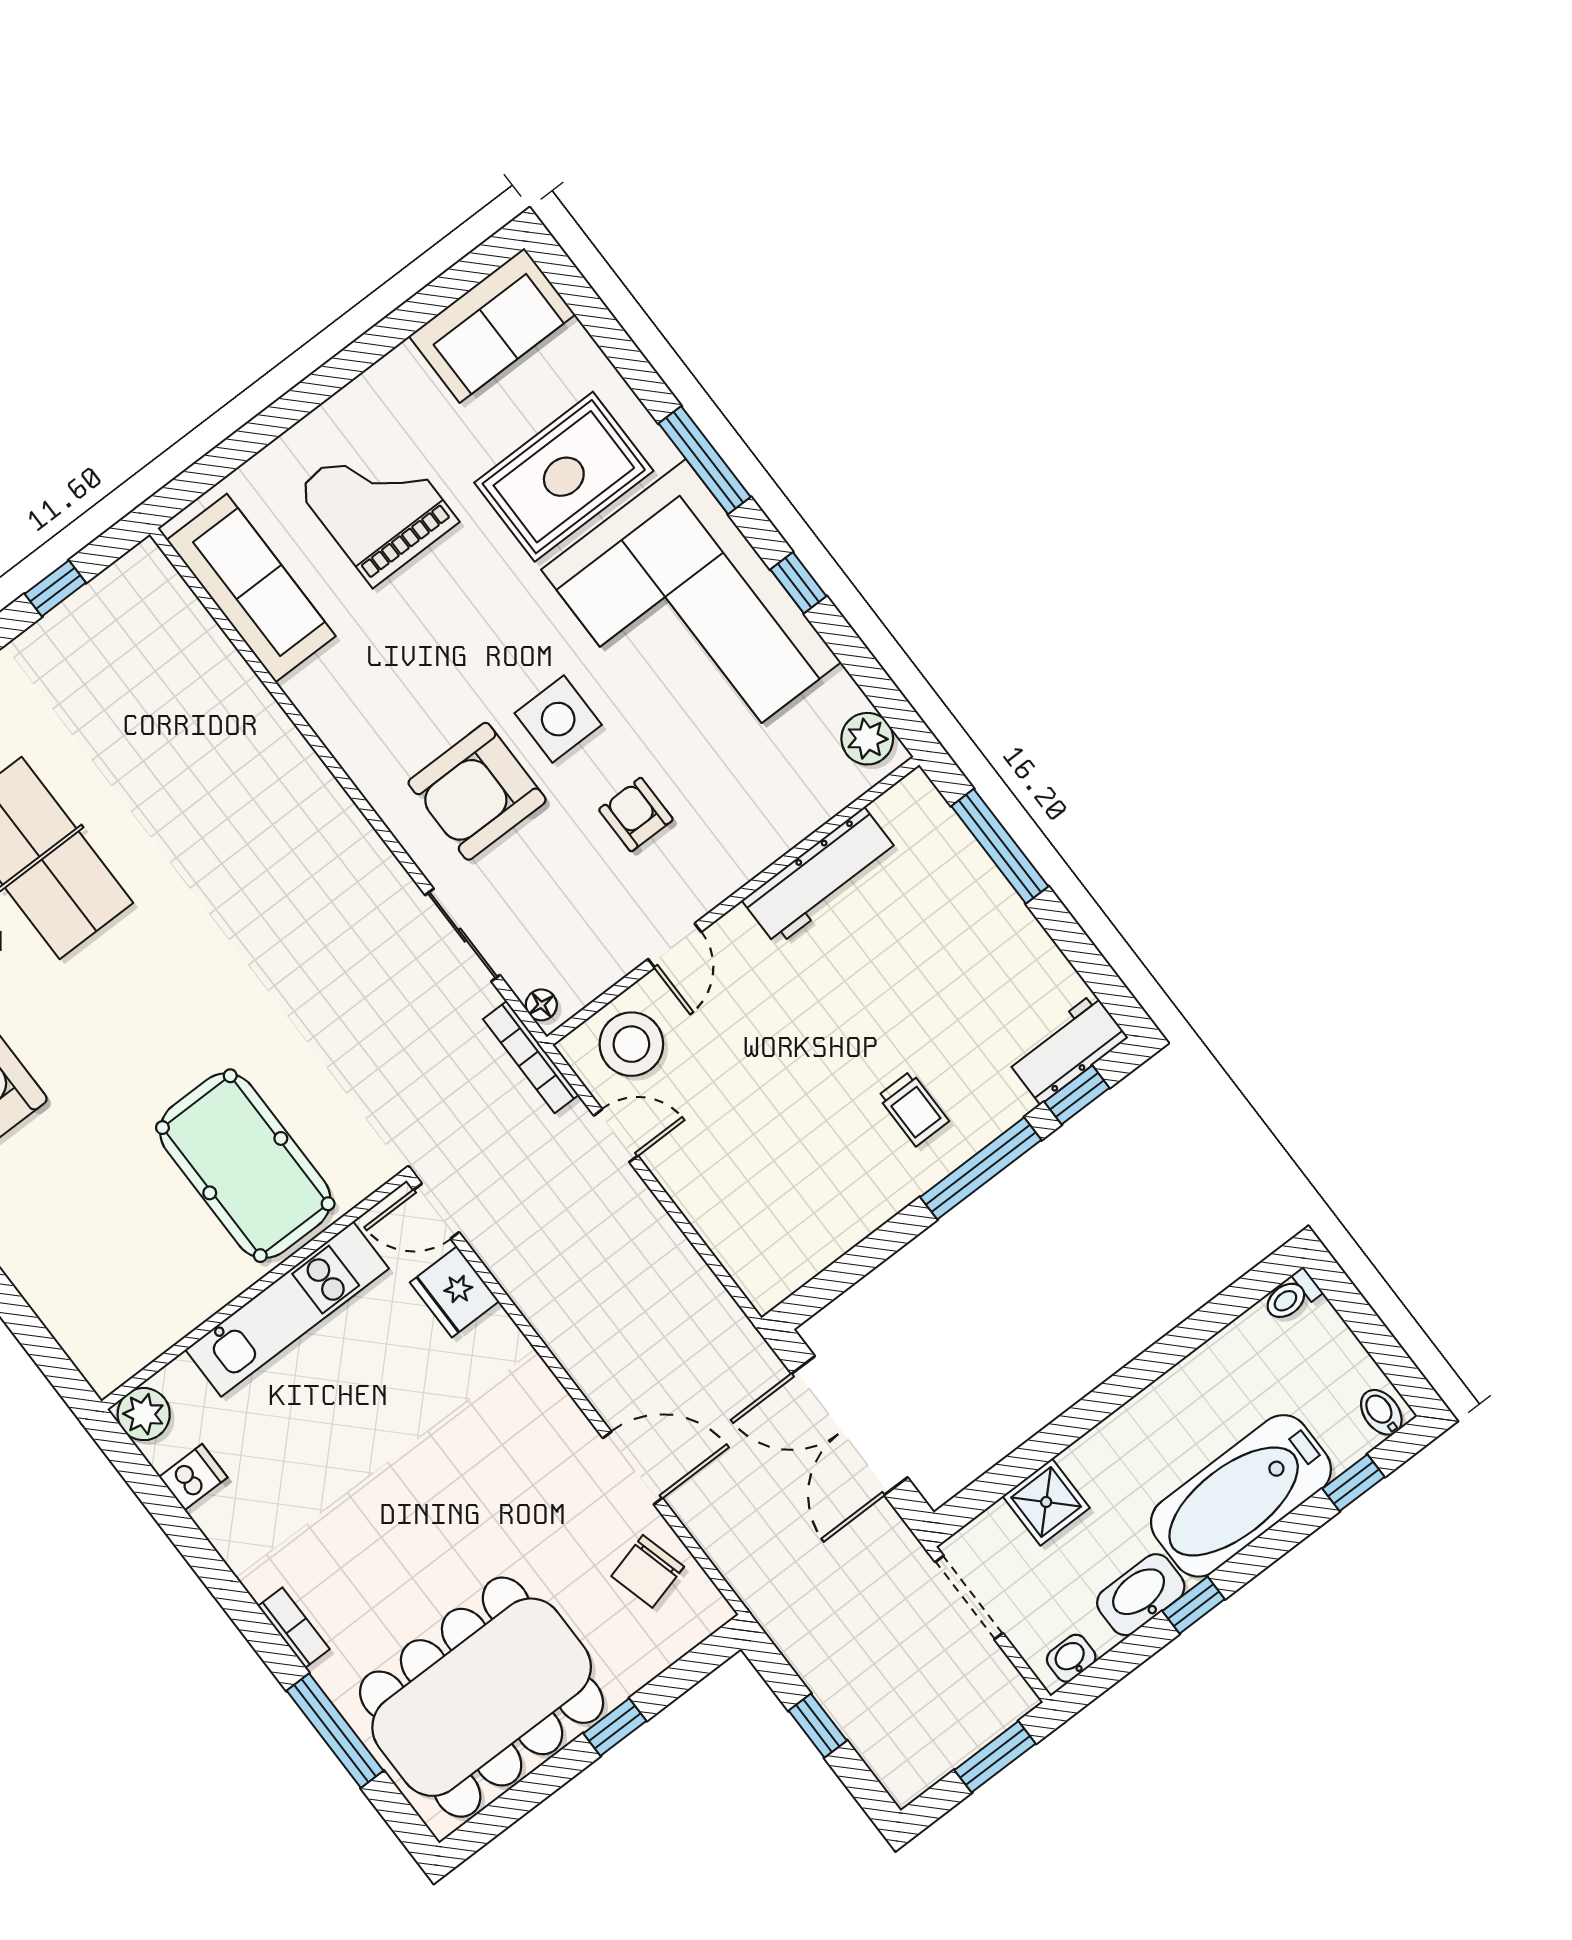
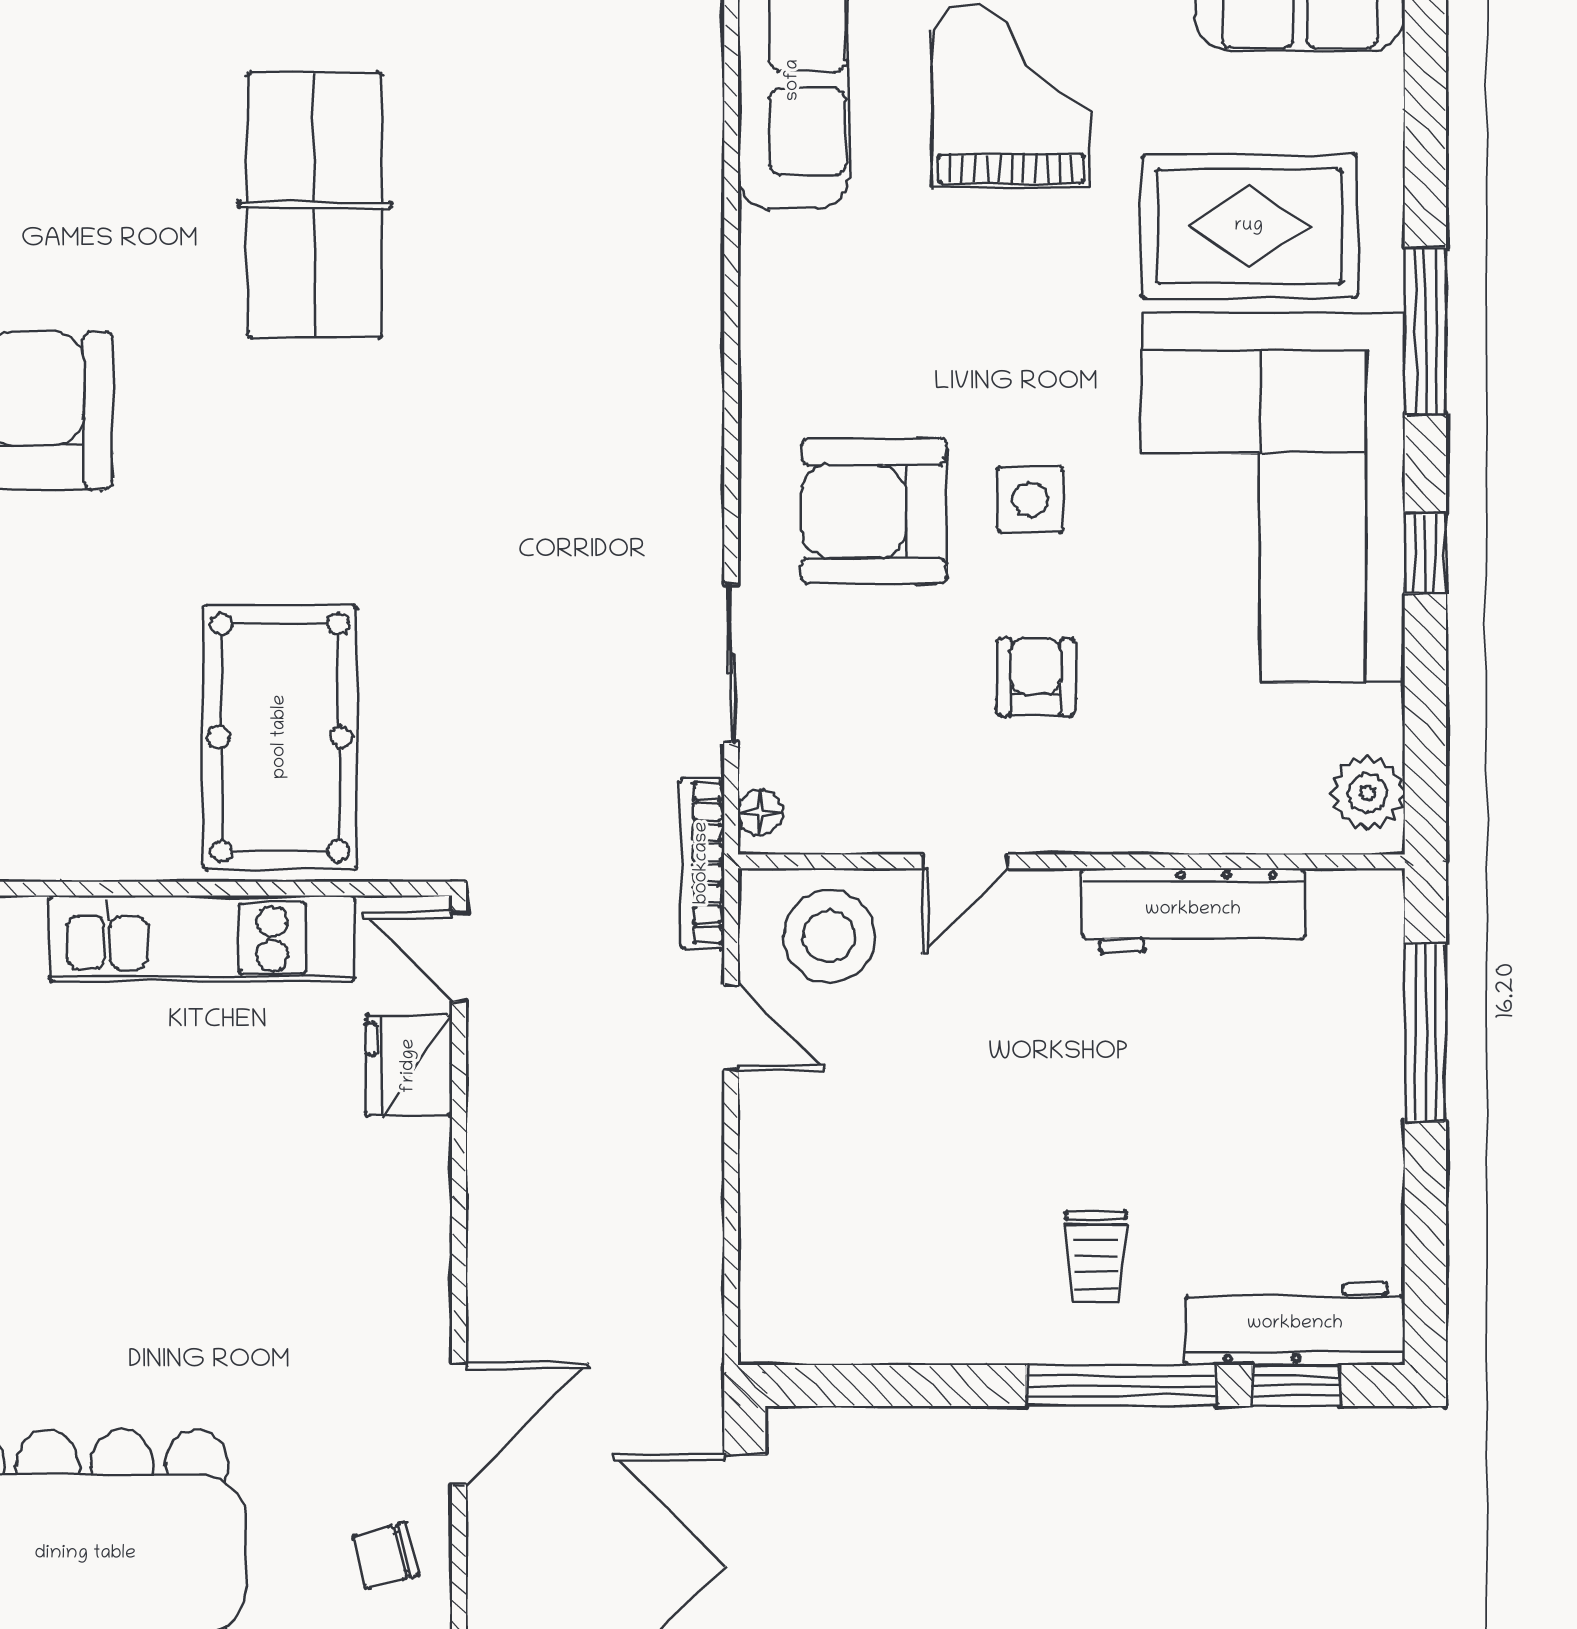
side table: (558, 719) -> (1030, 499), width x0.73, depth x0.73
workbench: (1067, 1049) -> (1295, 1324), width x1.38
door: (633, 1468) -> (459, 1424), hinge flipped
chair: (648, 1571) -> (386, 1556), width x0.73, depth x0.73

